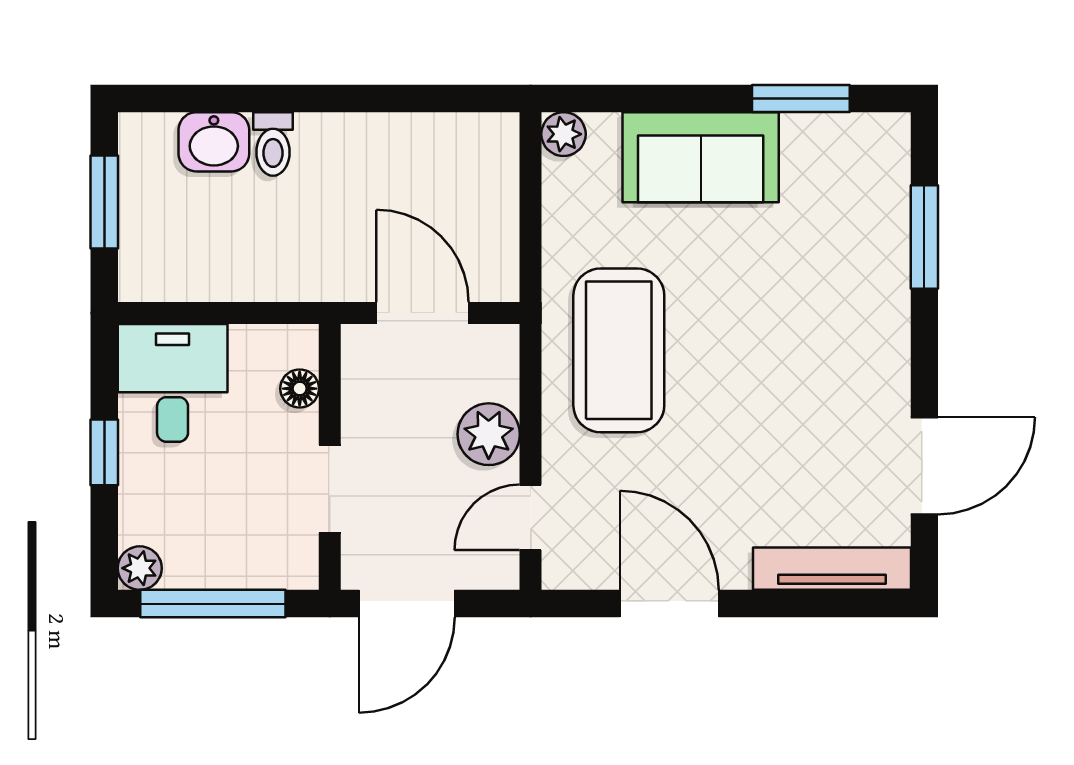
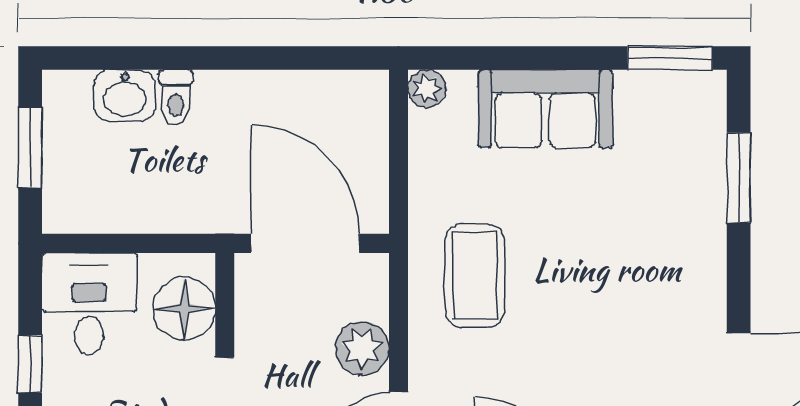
window: (801, 98) -> (670, 58), moved
door: (423, 313) -> (305, 243), width x1.36
coffee table: (619, 350) -> (475, 276), width x0.73, depth x0.76
floor lamp: (300, 389) -> (184, 309), width x1.89, depth x1.89

